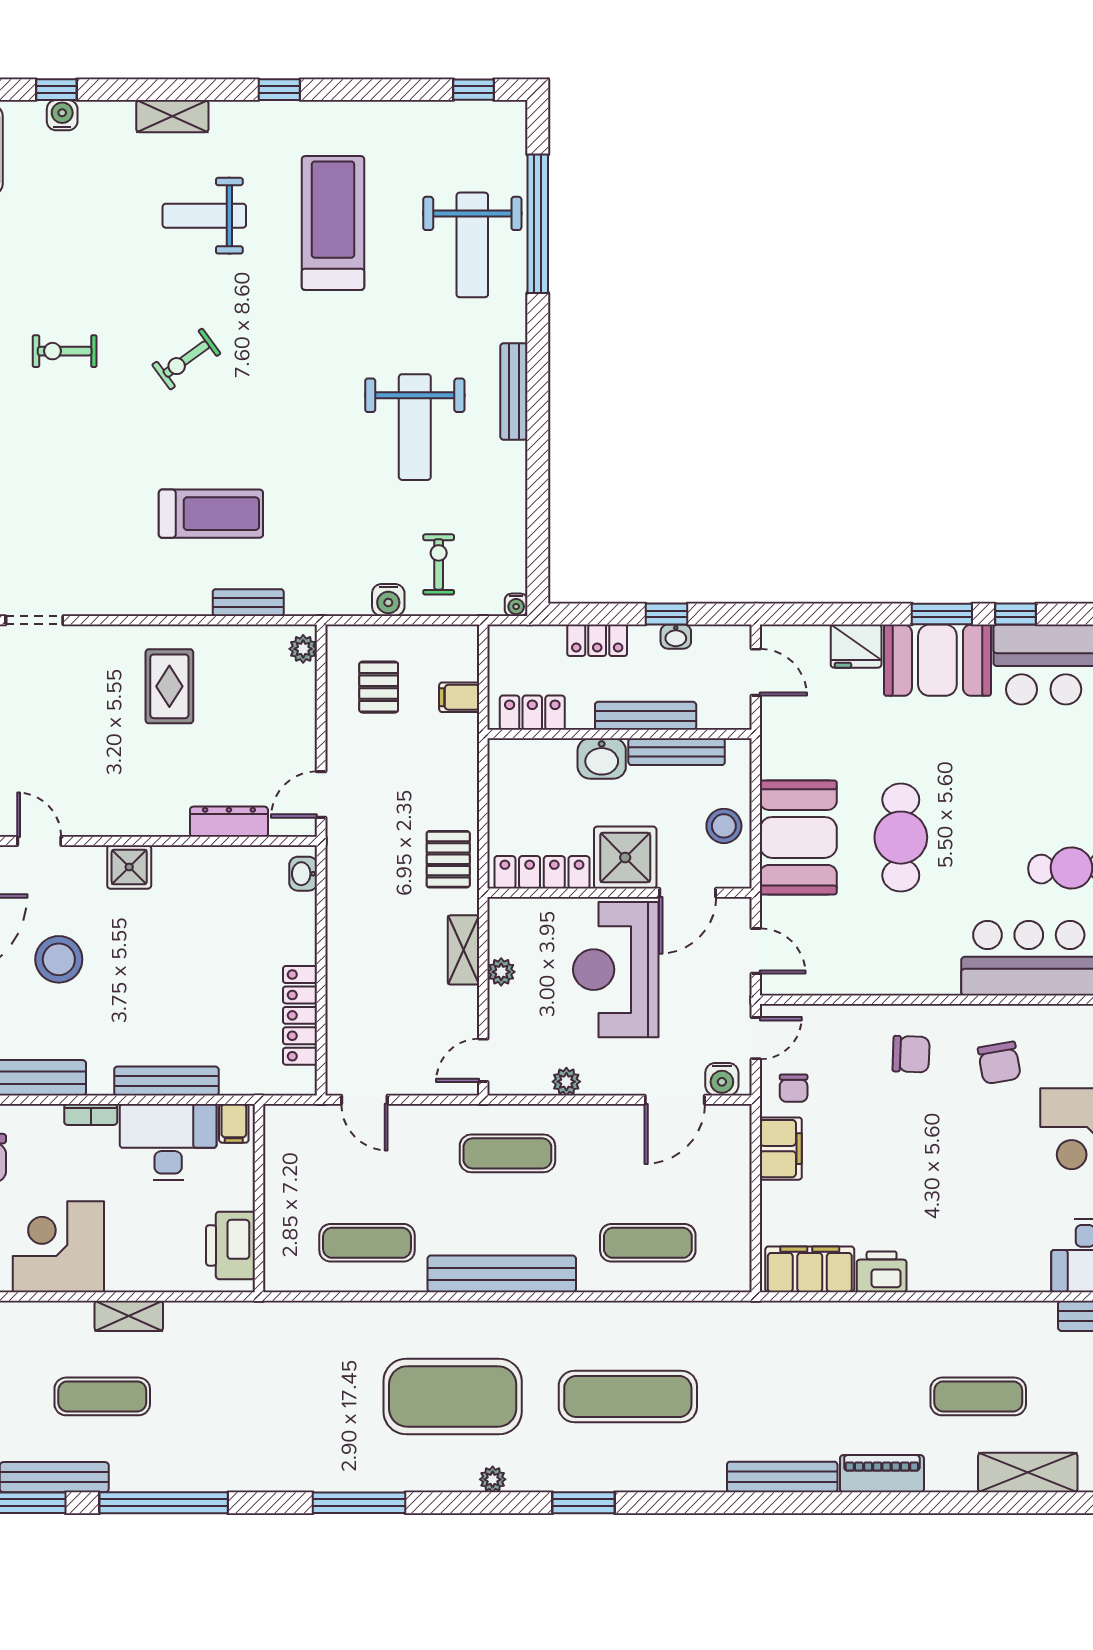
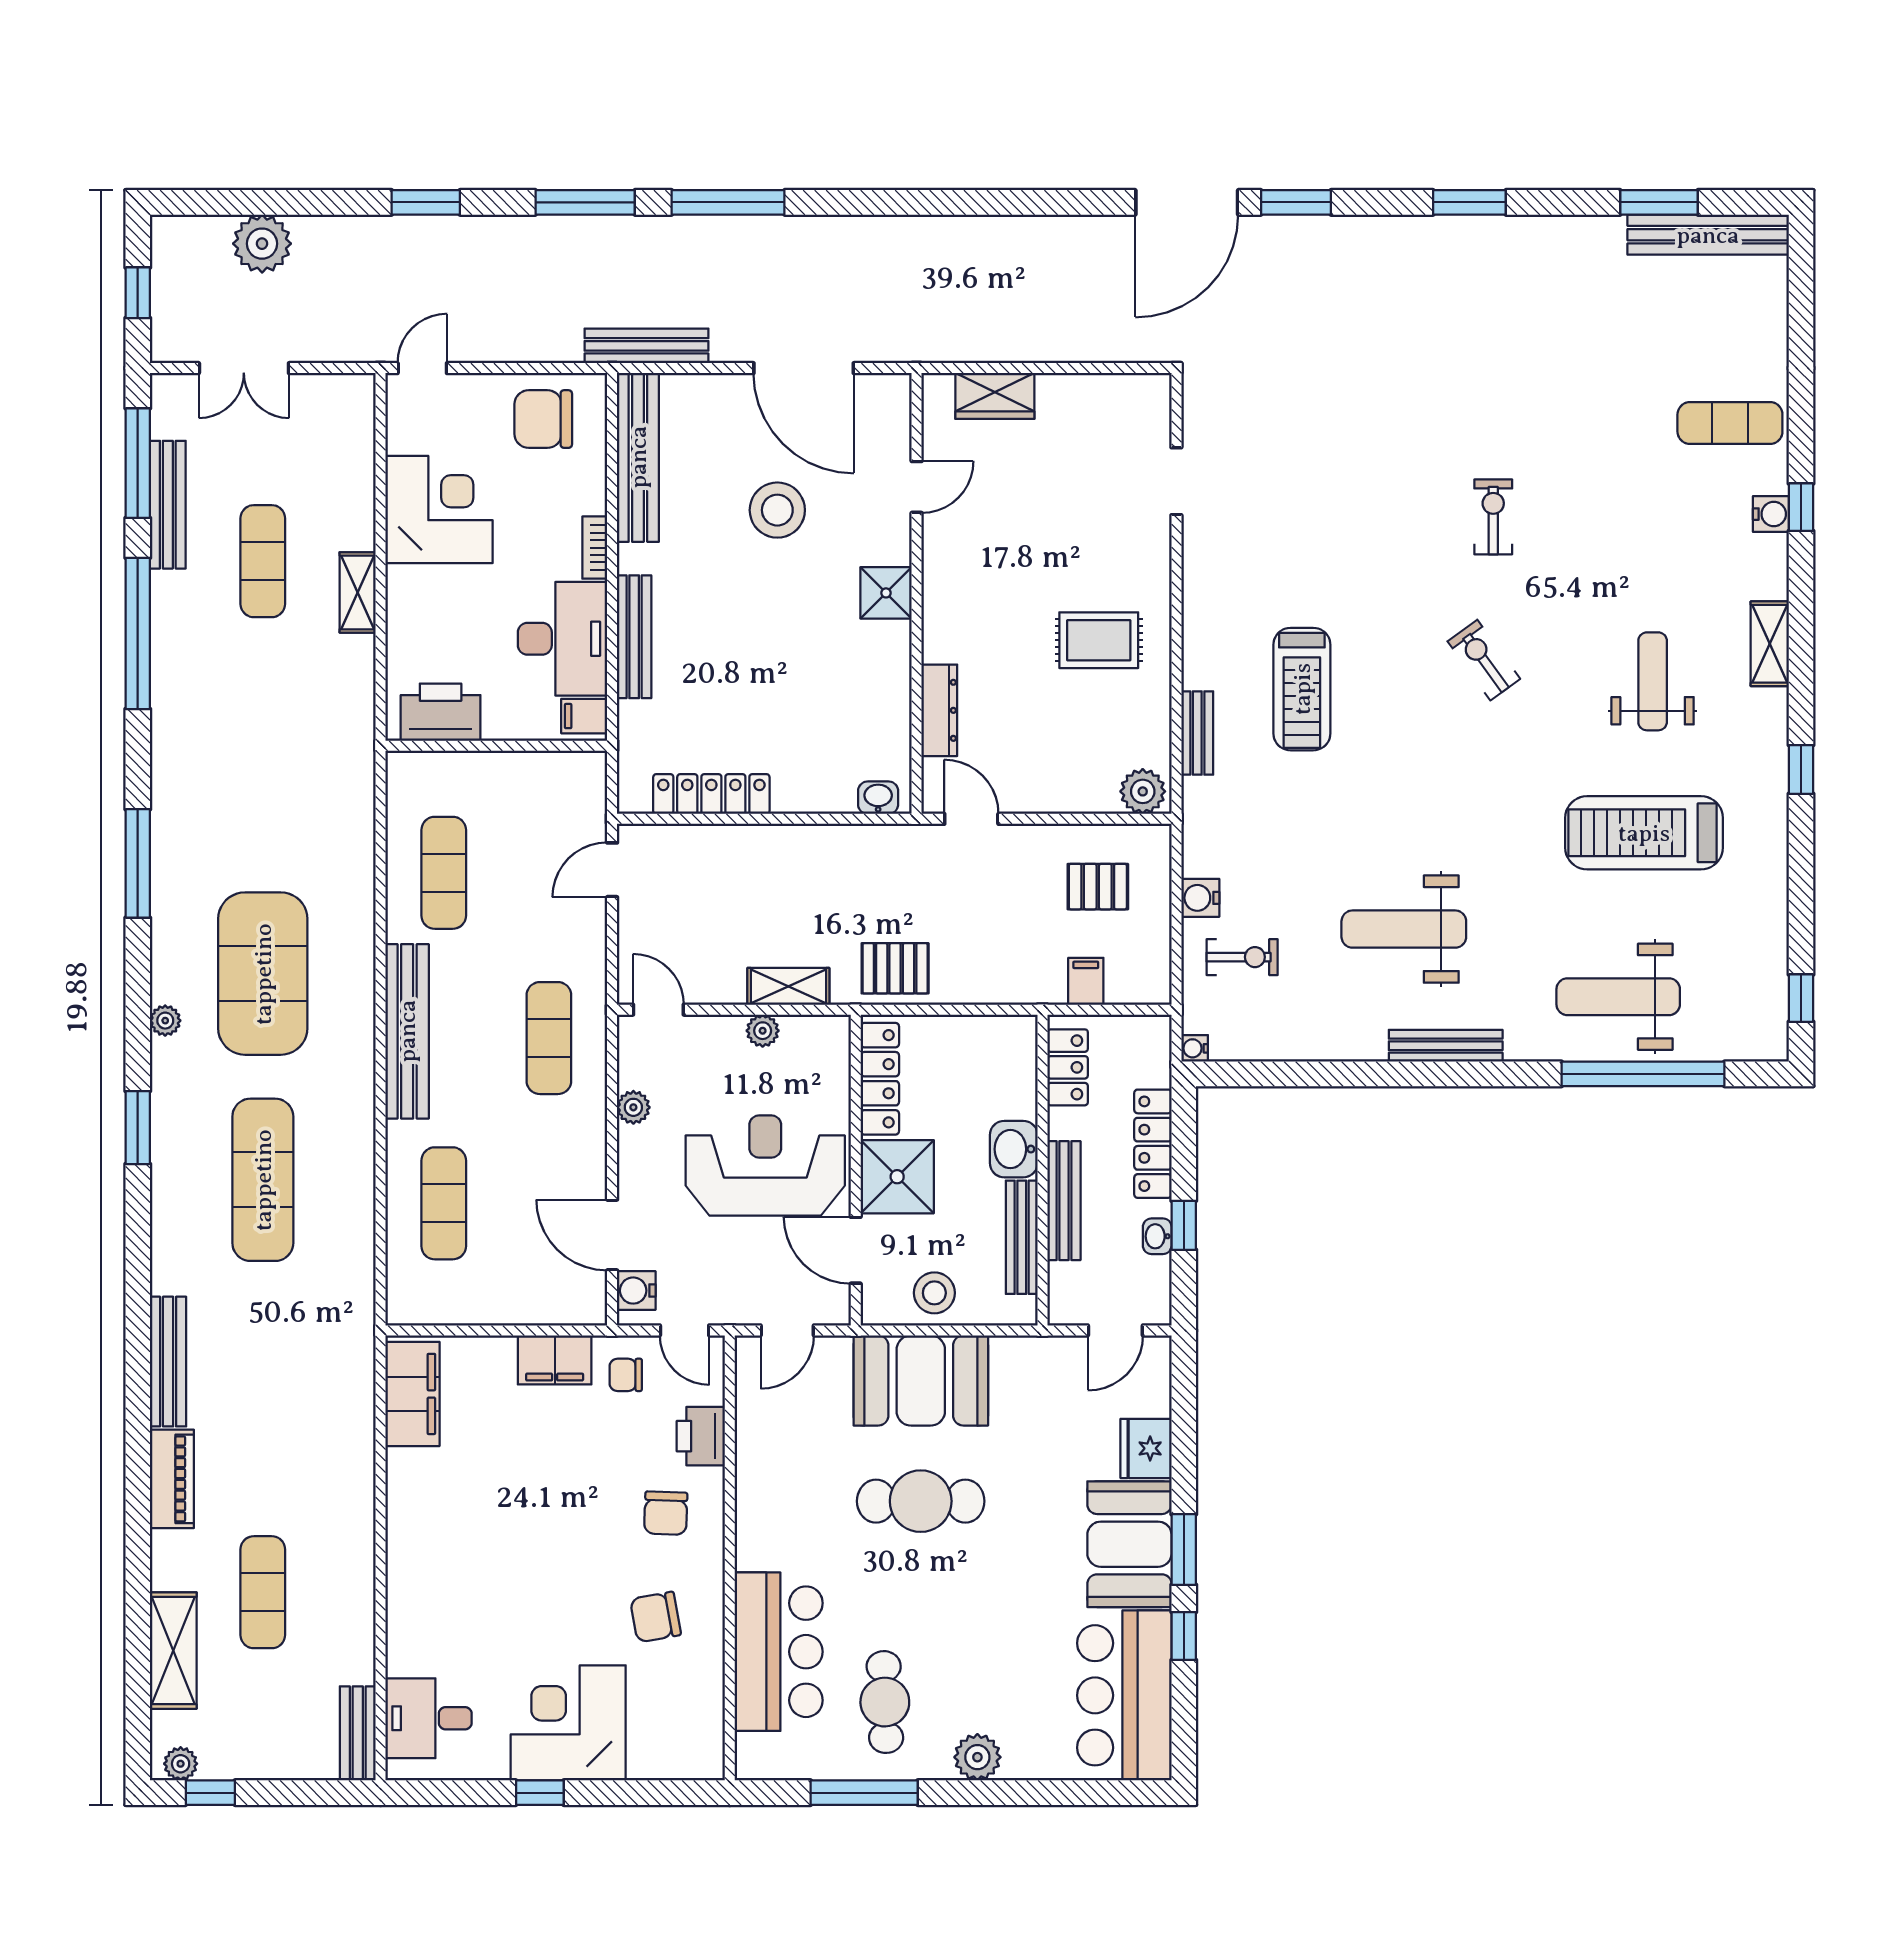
treadmill: (333, 223) -> (1644, 833), turned 180
locker: (597, 640) -> (1153, 1144), width x1.53
plant: (303, 649) -> (1143, 791), width x1.38, depth x1.38
printer: (882, 1272) -> (701, 1436), moved, turned 180

